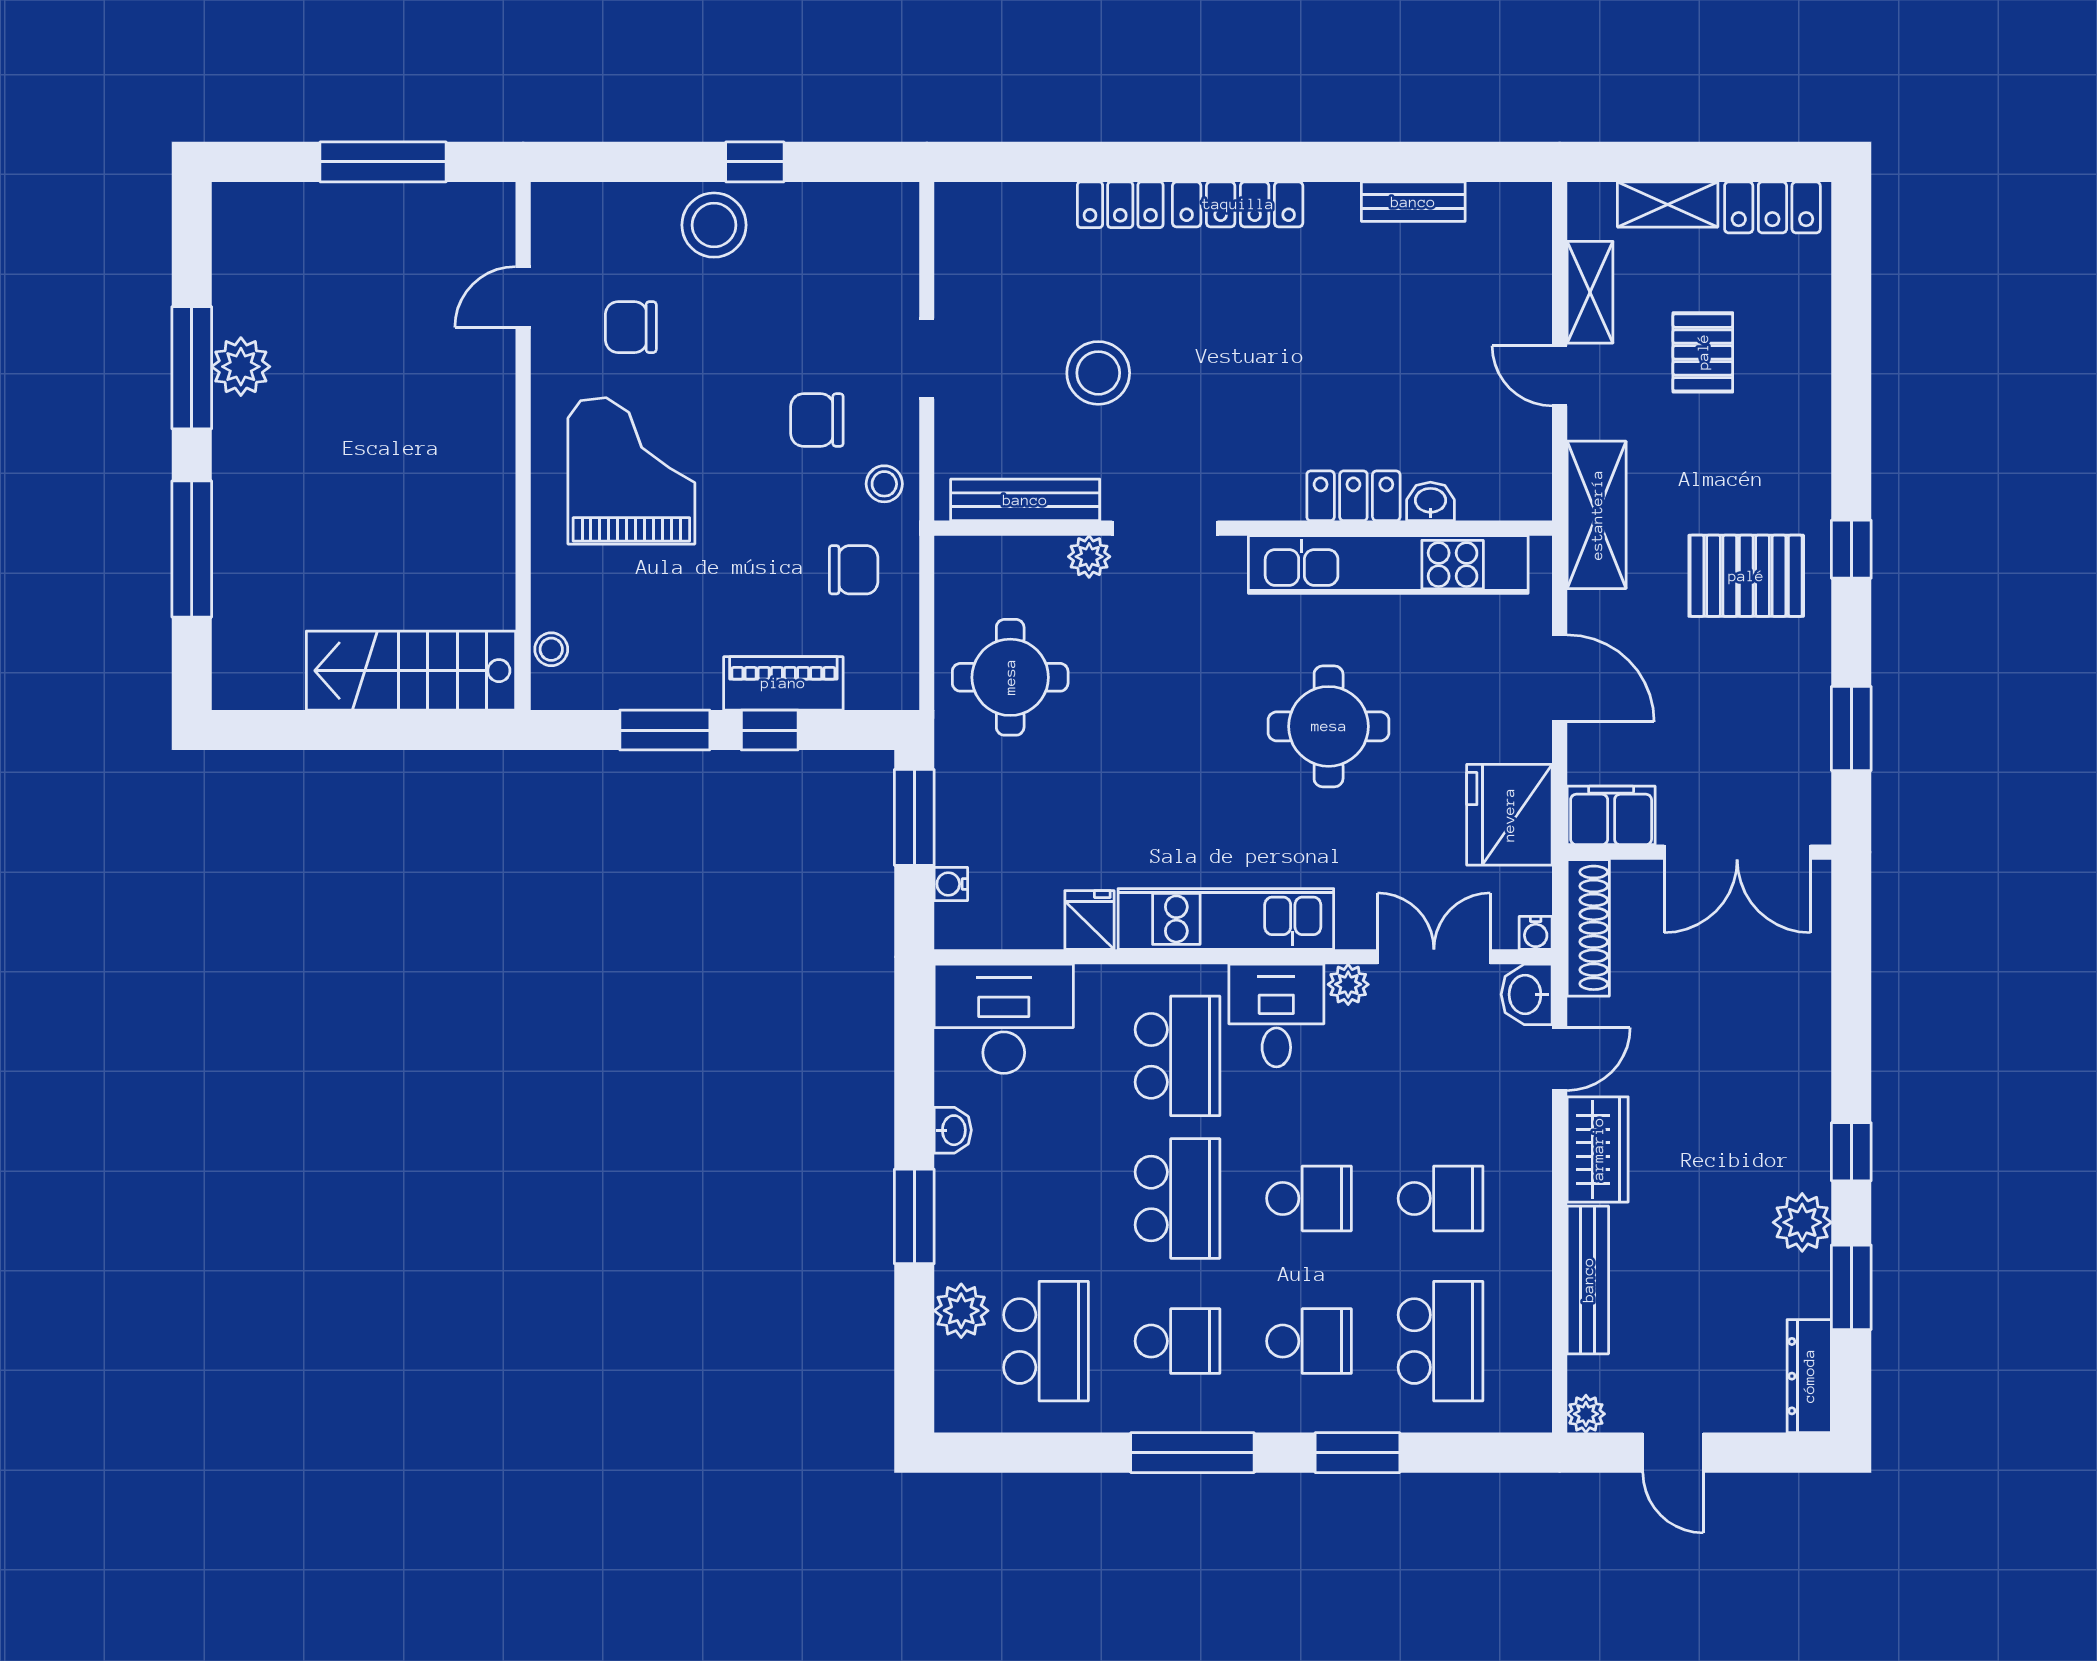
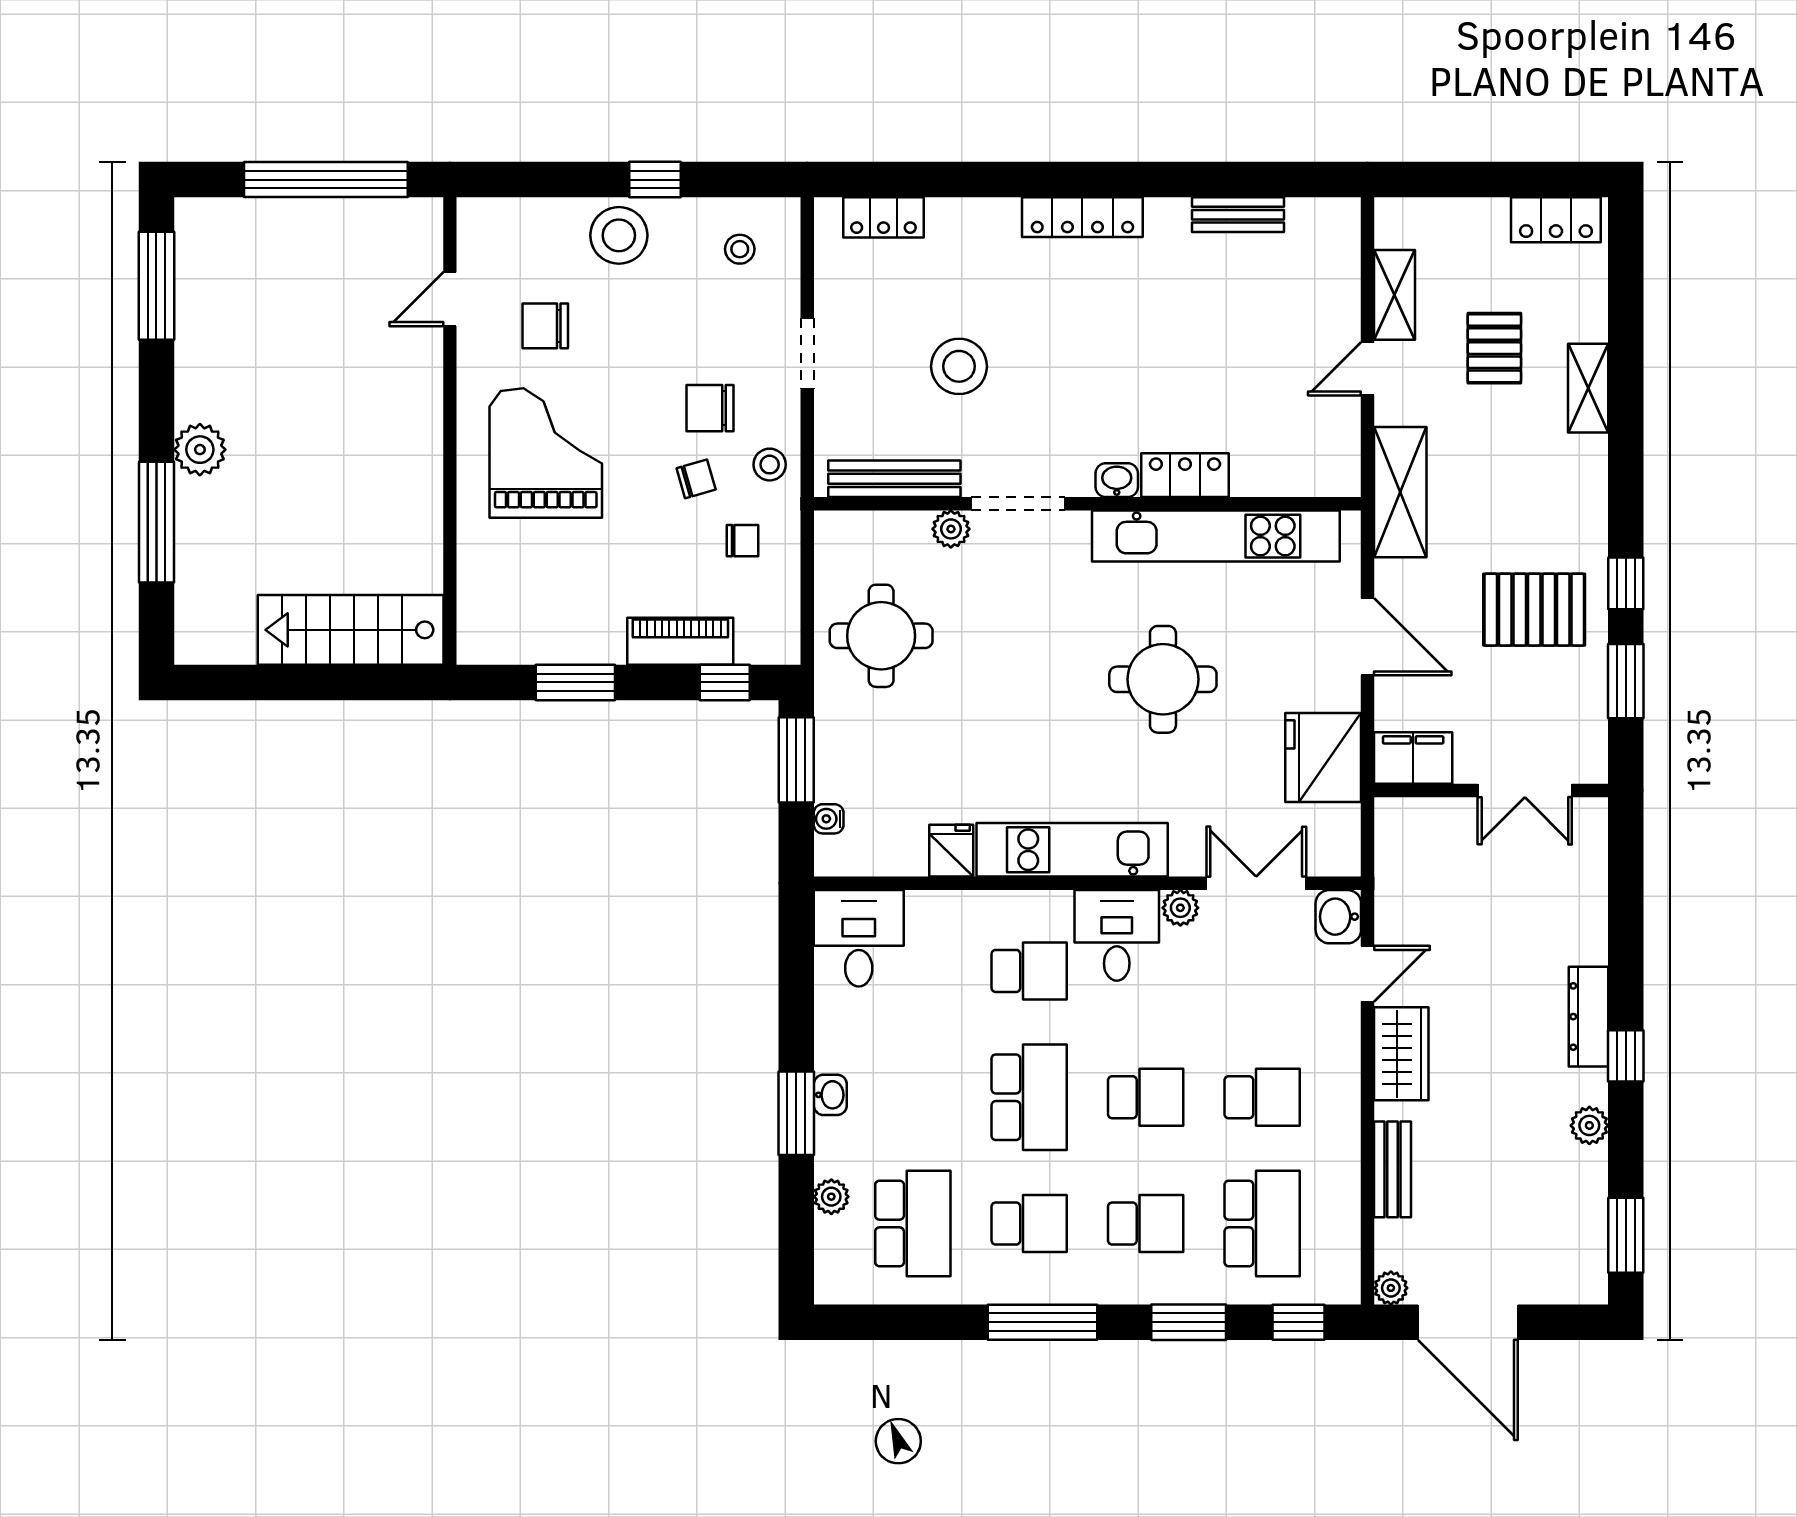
window: (383, 162) -> (326, 180), width x1.46
shelving: (1668, 204) -> (1588, 388), moved, turned 90
locker: (1120, 205) -> (883, 217), moved
plant: (241, 367) -> (200, 450), moved
window: (192, 368) -> (156, 286), moved
door: (1560, 376) -> (1368, 369), hinge flipped
chair: (801, 500) -> (696, 479), added
washbasin: (1430, 501) -> (1117, 480), moved
window: (1851, 549) -> (1626, 583), moved
chair: (854, 570) -> (742, 541), width x0.73, depth x0.73
pallet: (1746, 576) -> (1534, 610), moved
stool: (551, 649) -> (740, 249), moved
window: (770, 730) -> (725, 682), moved
double door: (1737, 852) -> (1525, 791), width x0.73
shoe rack: (1588, 928) -> (1393, 858), removed
water cooler: (1536, 933) -> (1346, 862), removed
desk: (1004, 1019) -> (859, 938), width x0.73
school desk: (1177, 1056) -> (1029, 971), width x0.54
washbasin: (953, 1130) -> (830, 1095), moved
plant: (1802, 1222) -> (1589, 1125), width x0.73, depth x0.73
bench: (1588, 1280) -> (1393, 1169), width x0.73
window: (1851, 1287) -> (1626, 1235), moved
plant: (961, 1311) -> (831, 1197), width x0.73, depth x0.73
dresser: (1809, 1376) -> (1588, 1017), moved
window: (1482, 1453) -> (1299, 1322), added
door: (1673, 1453) -> (1468, 1322), width x1.87

